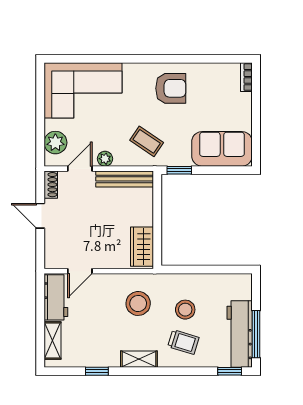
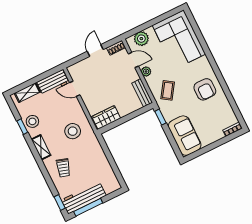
bench: (125, 179) -> (142, 93), width x0.73
stool: (185, 310) -> (32, 121), moved

